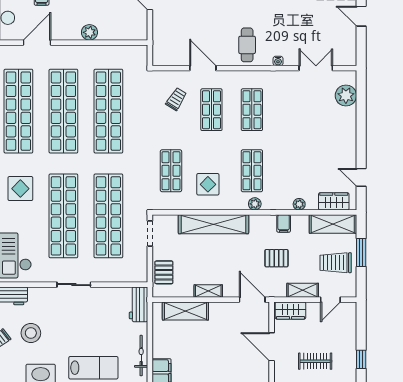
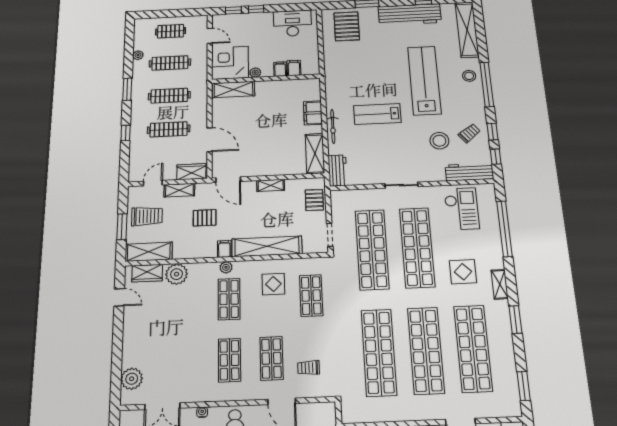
trolley: (176, 99) -> (309, 368), turned 58
plant: (299, 204) -> (177, 274), width x1.87, depth x1.87
filing cabinet: (284, 224) -> (224, 249), moved
shelving: (185, 311) -> (315, 154), moved, turned 90
clothes rail: (315, 361) -> (169, 129), width x1.36

